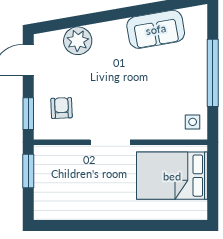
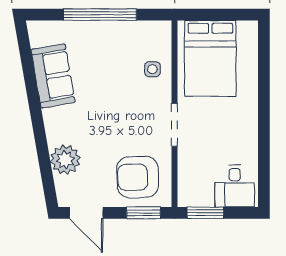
armchair: (62, 108) -> (138, 177), width x1.88, depth x1.88
side table: (193, 122) -> (152, 69), moved
desk: (53, 198) -> (235, 186), added

